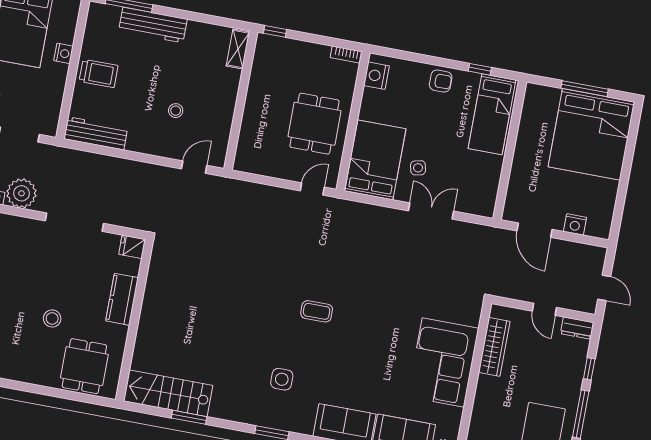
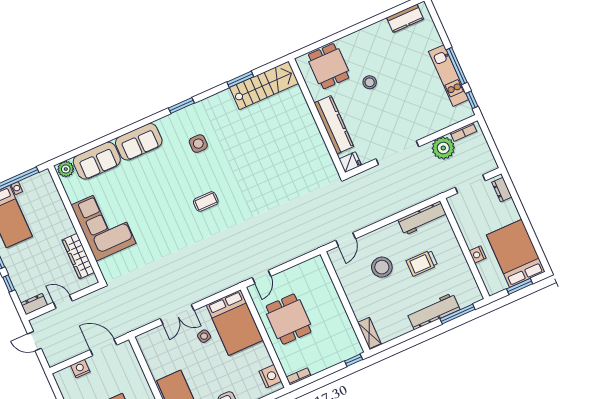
trolley: (99, 73) -> (422, 263), moved
stool: (176, 111) -> (382, 267), width x1.89, depth x1.89
kitchen counter: (122, 299) -> (334, 125), width x1.50

